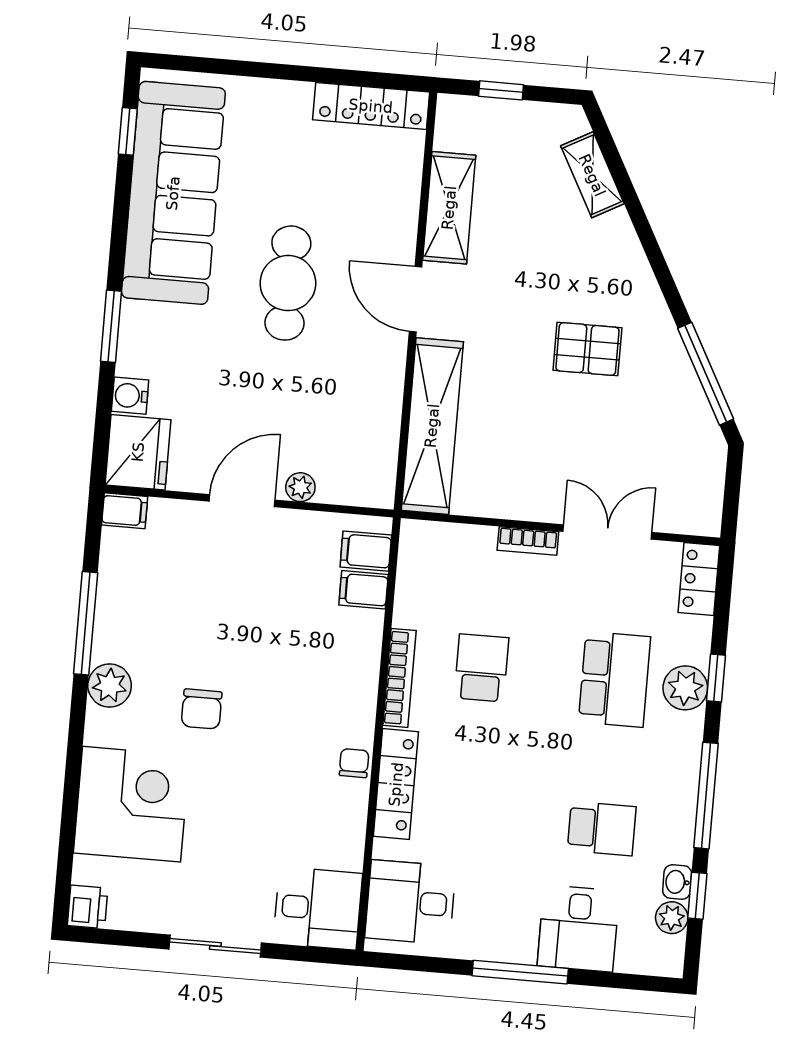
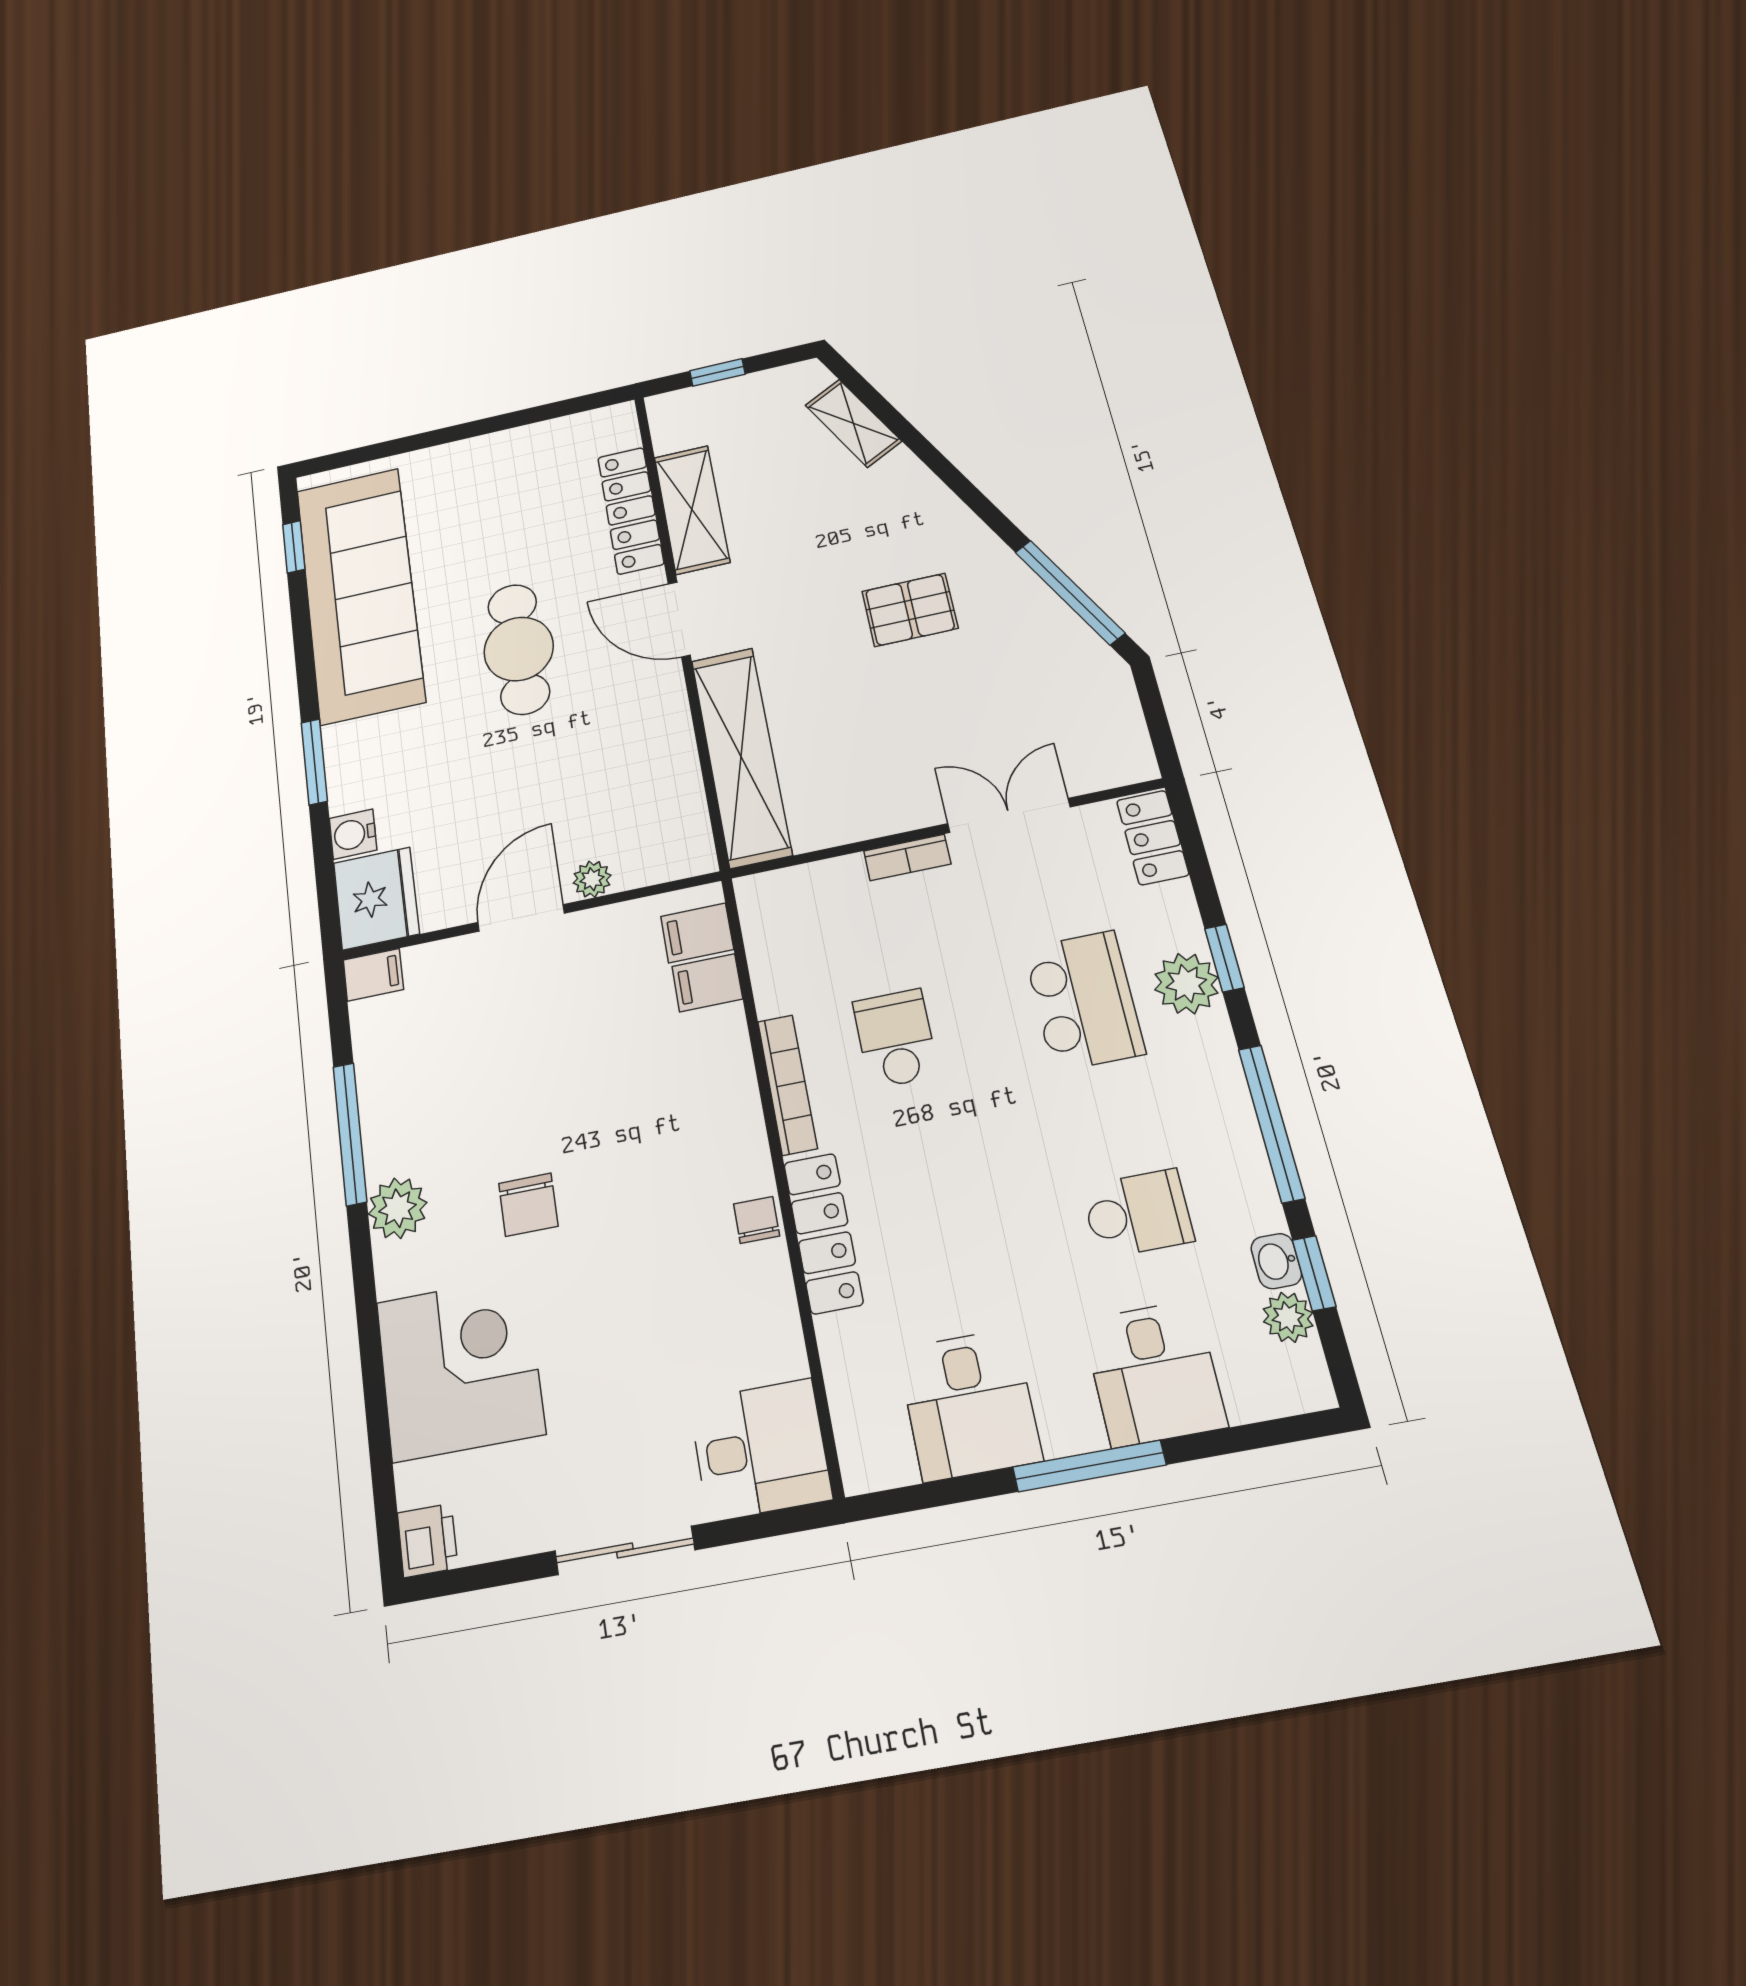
locker: (371, 106) -> (631, 510), moved, turned 90
desk: (410, 902) -> (969, 1405), moved, turned -90

